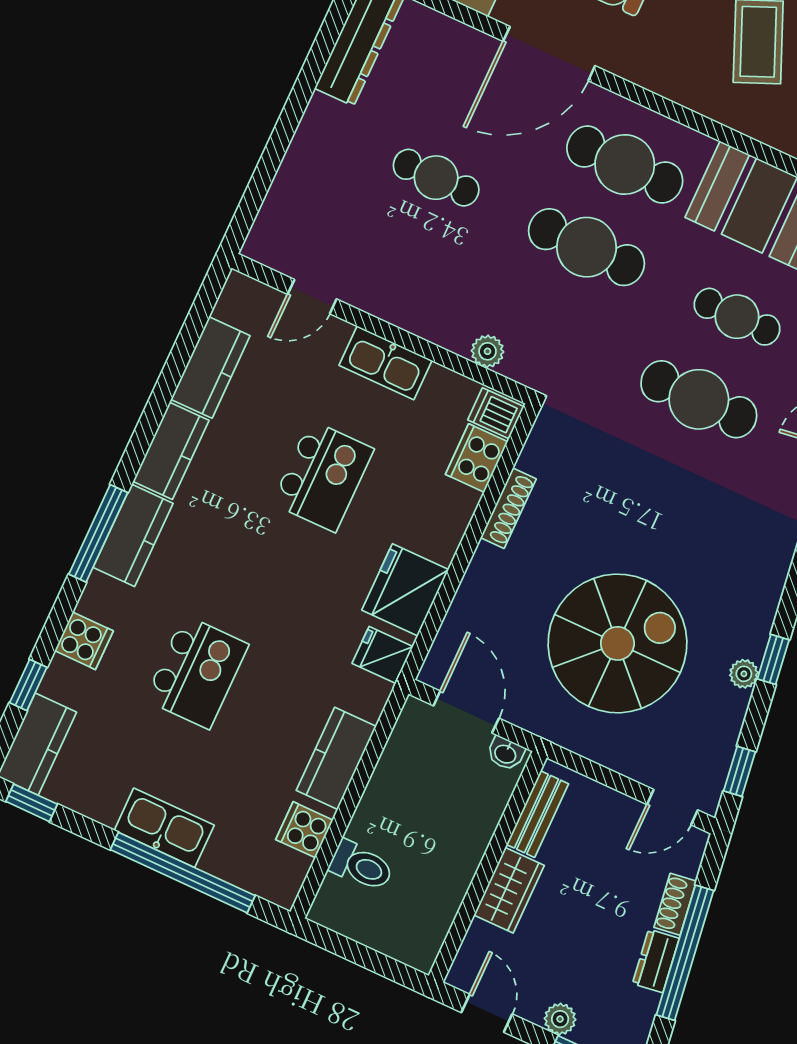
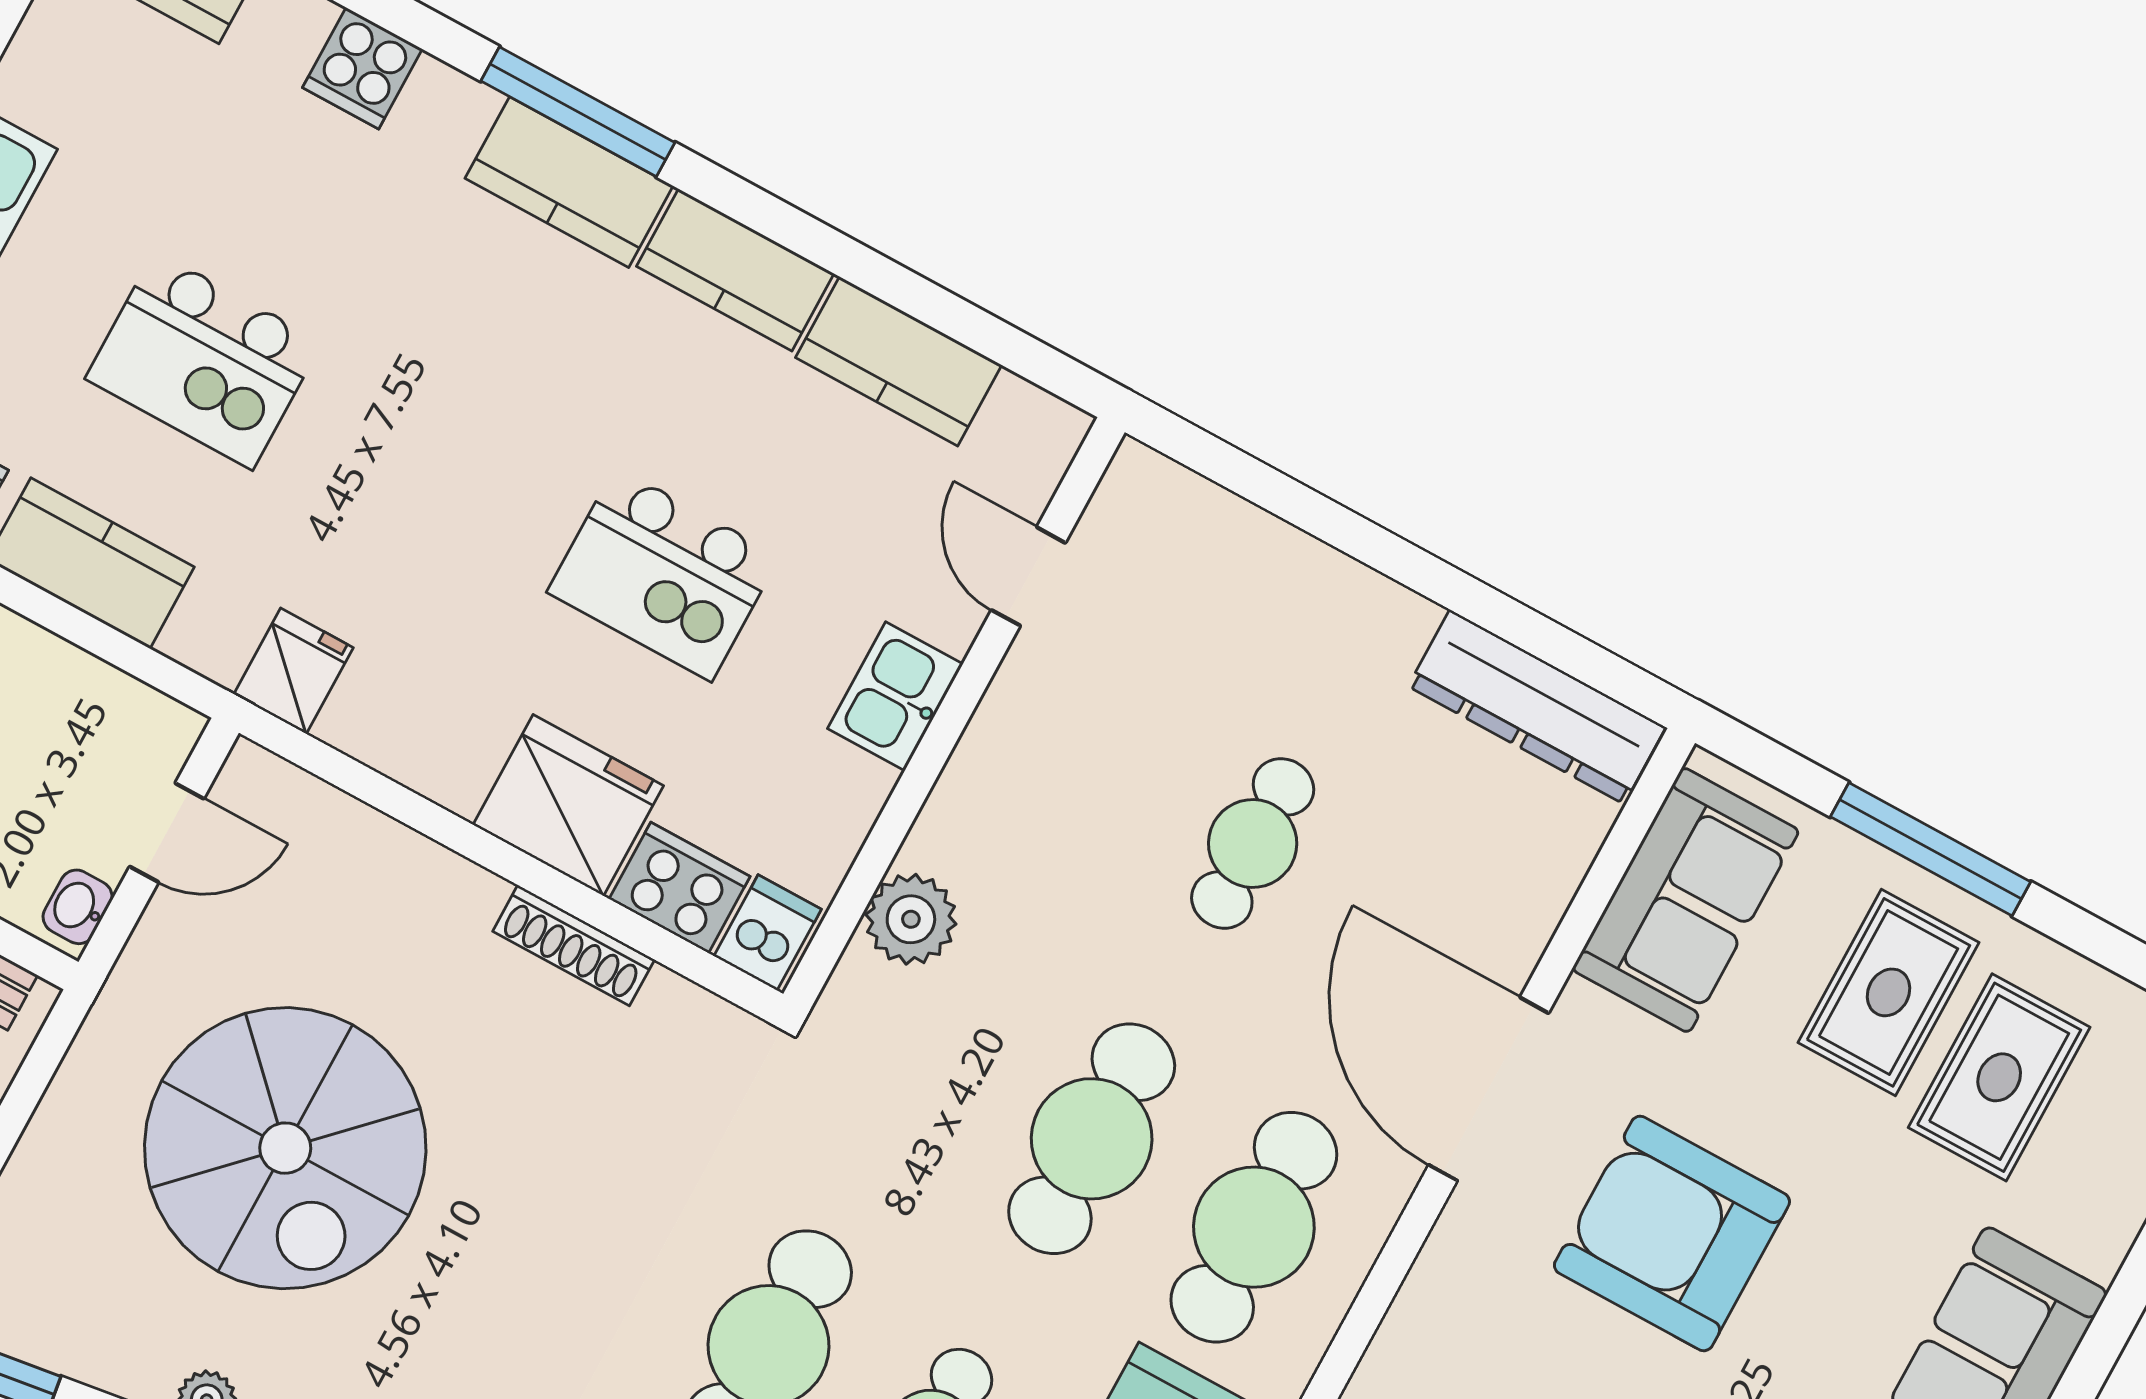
plant: (487, 351) -> (911, 919), width x1.38, depth x1.38
kitchen sink: (386, 363) -> (895, 696), width x0.73
fridge: (405, 590) -> (568, 805), moved
kitchen island: (197, 672) -> (204, 360), moved
door: (466, 712) -> (167, 833), width x0.73

